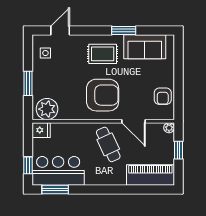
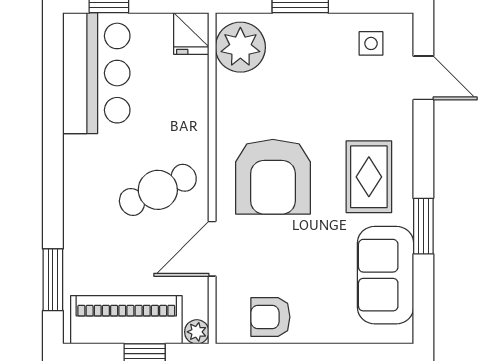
piano: (150, 175) -> (126, 320), moved, turned -90
window: (55, 189) -> (53, 280), moved

